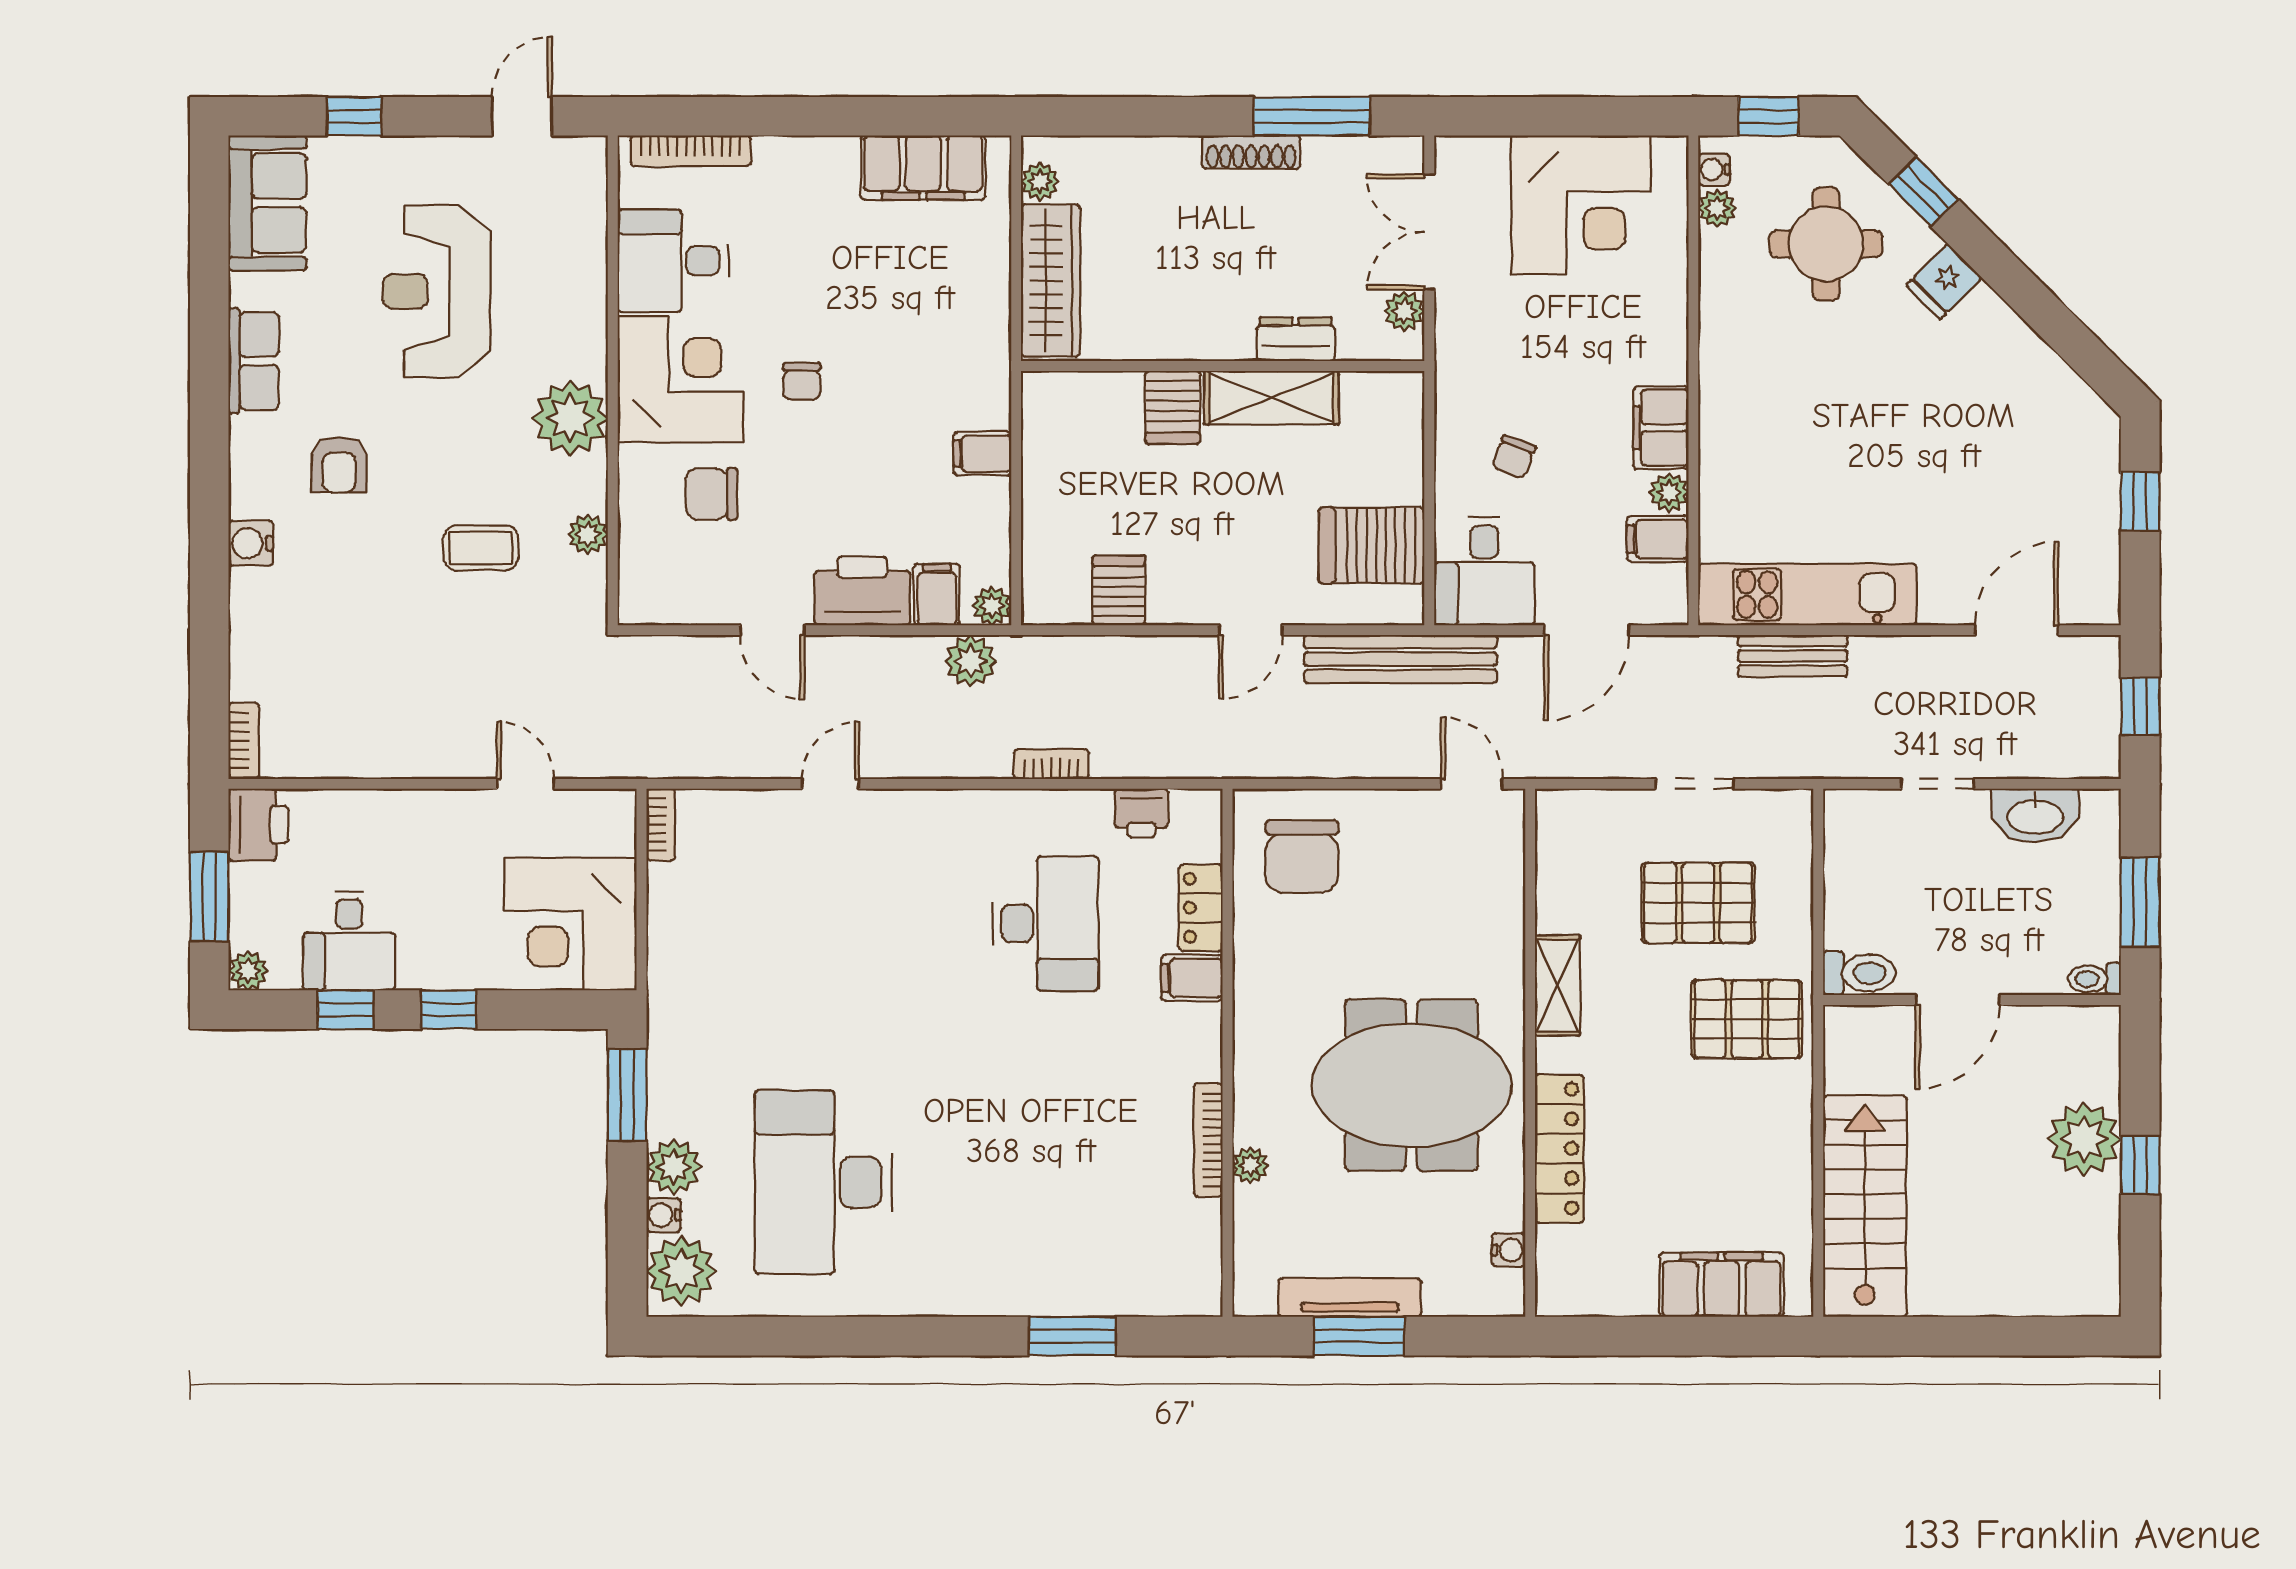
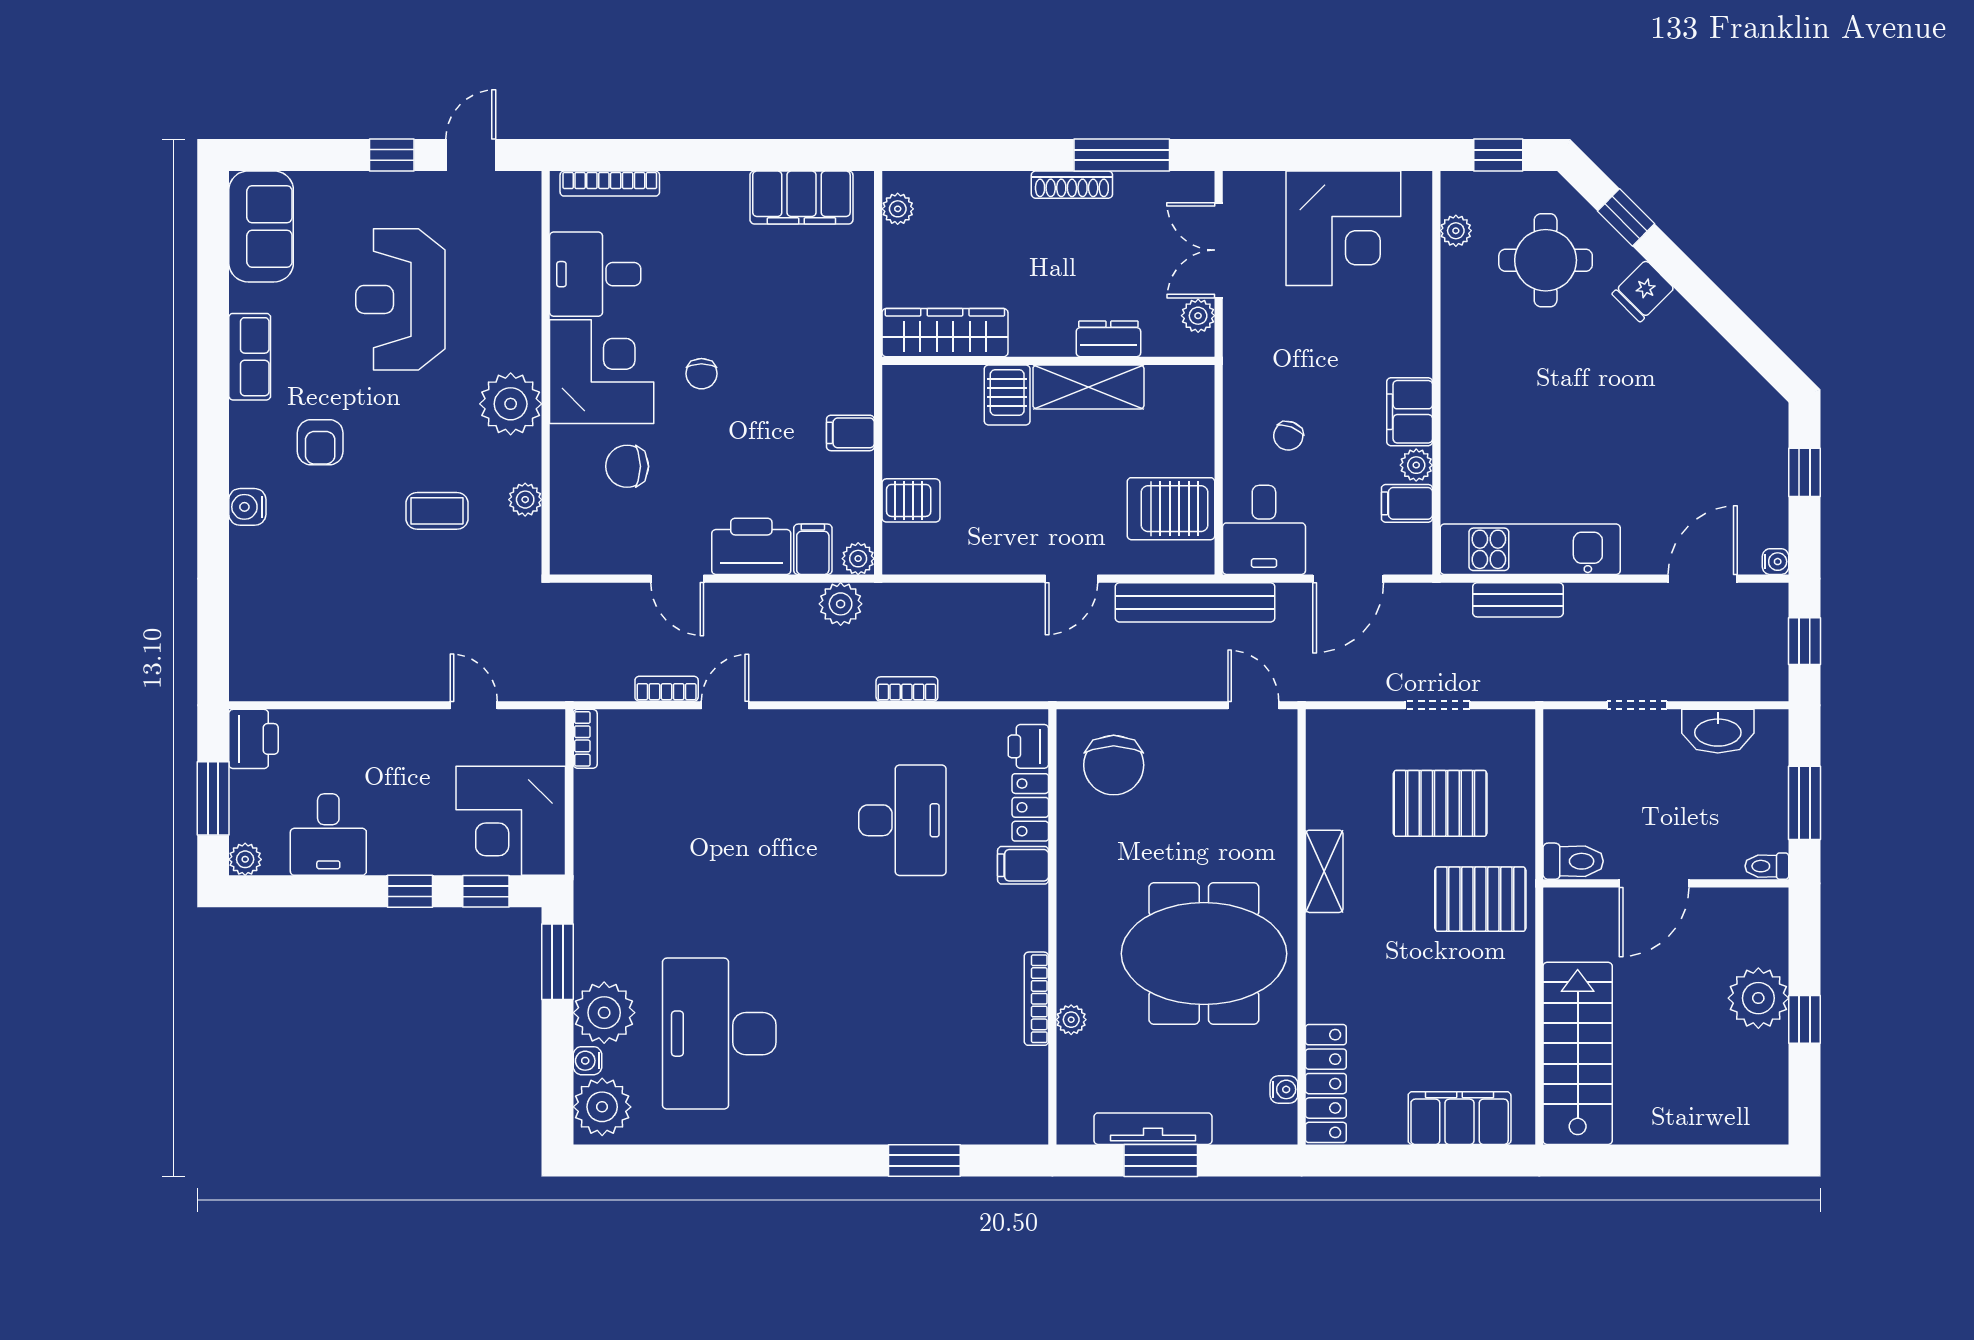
window: (354, 116) -> (392, 155), moved
water cooler: (1714, 170) -> (1776, 562), moved, turned 180
wardrobe: (1050, 281) -> (945, 333), moved, turned -90
server rack: (1119, 590) -> (911, 500), moved, turned 90
bookcase: (244, 741) -> (667, 689), moved, turned -90
printer: (1141, 813) -> (1028, 746), moved, turned 90
window: (345, 1010) -> (486, 891), moved
locker: (1559, 1149) -> (1326, 1084), moved
plant: (674, 1167) -> (604, 1013), width x1.36, depth x1.36

